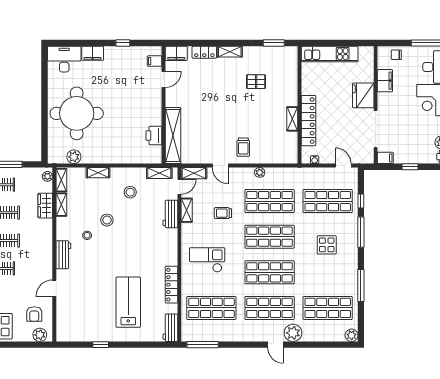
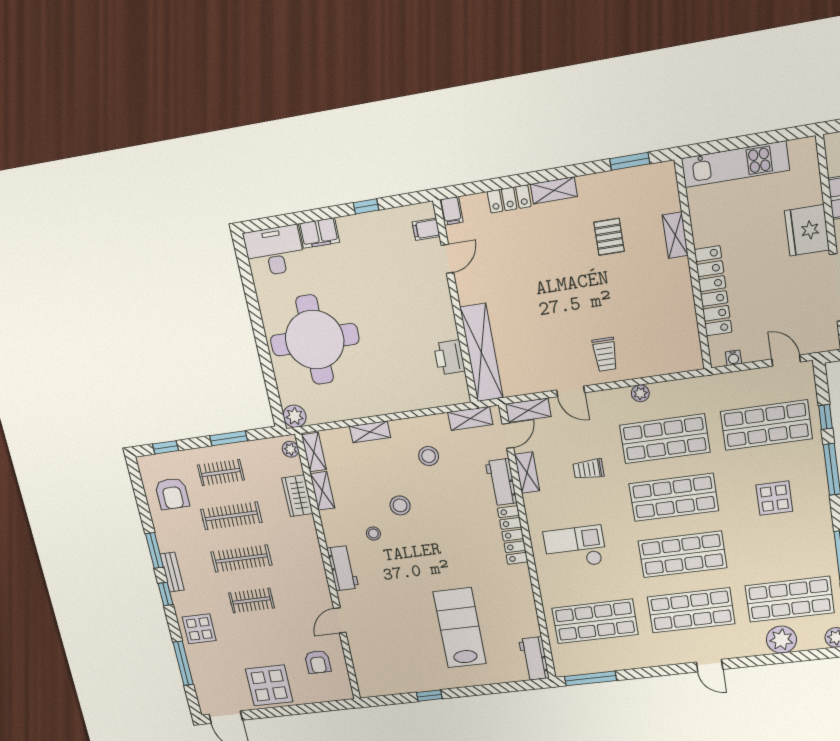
filing cabinet: (176, 53) -> (451, 211), width x0.50
pallet: (256, 82) -> (609, 237), turned 90
shelving: (292, 119) -> (675, 235), moved
plant: (74, 157) -> (295, 416), moved
locker: (171, 285) -> (513, 535), moved
plant: (293, 333) -> (781, 640), moved
plant: (40, 335) -> (333, 691), removed

